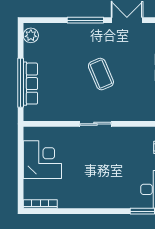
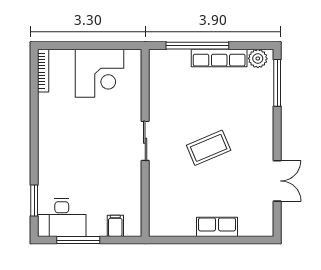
window: (85, 20) -> (277, 83), moved
row of seats: (30, 84) -> (219, 58), moved

